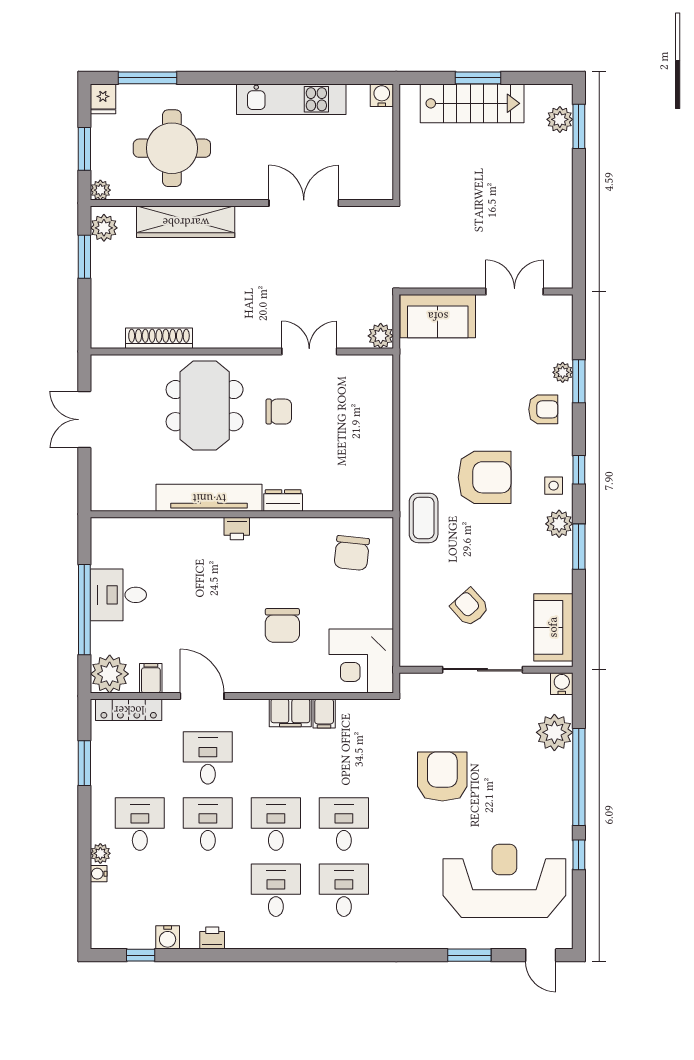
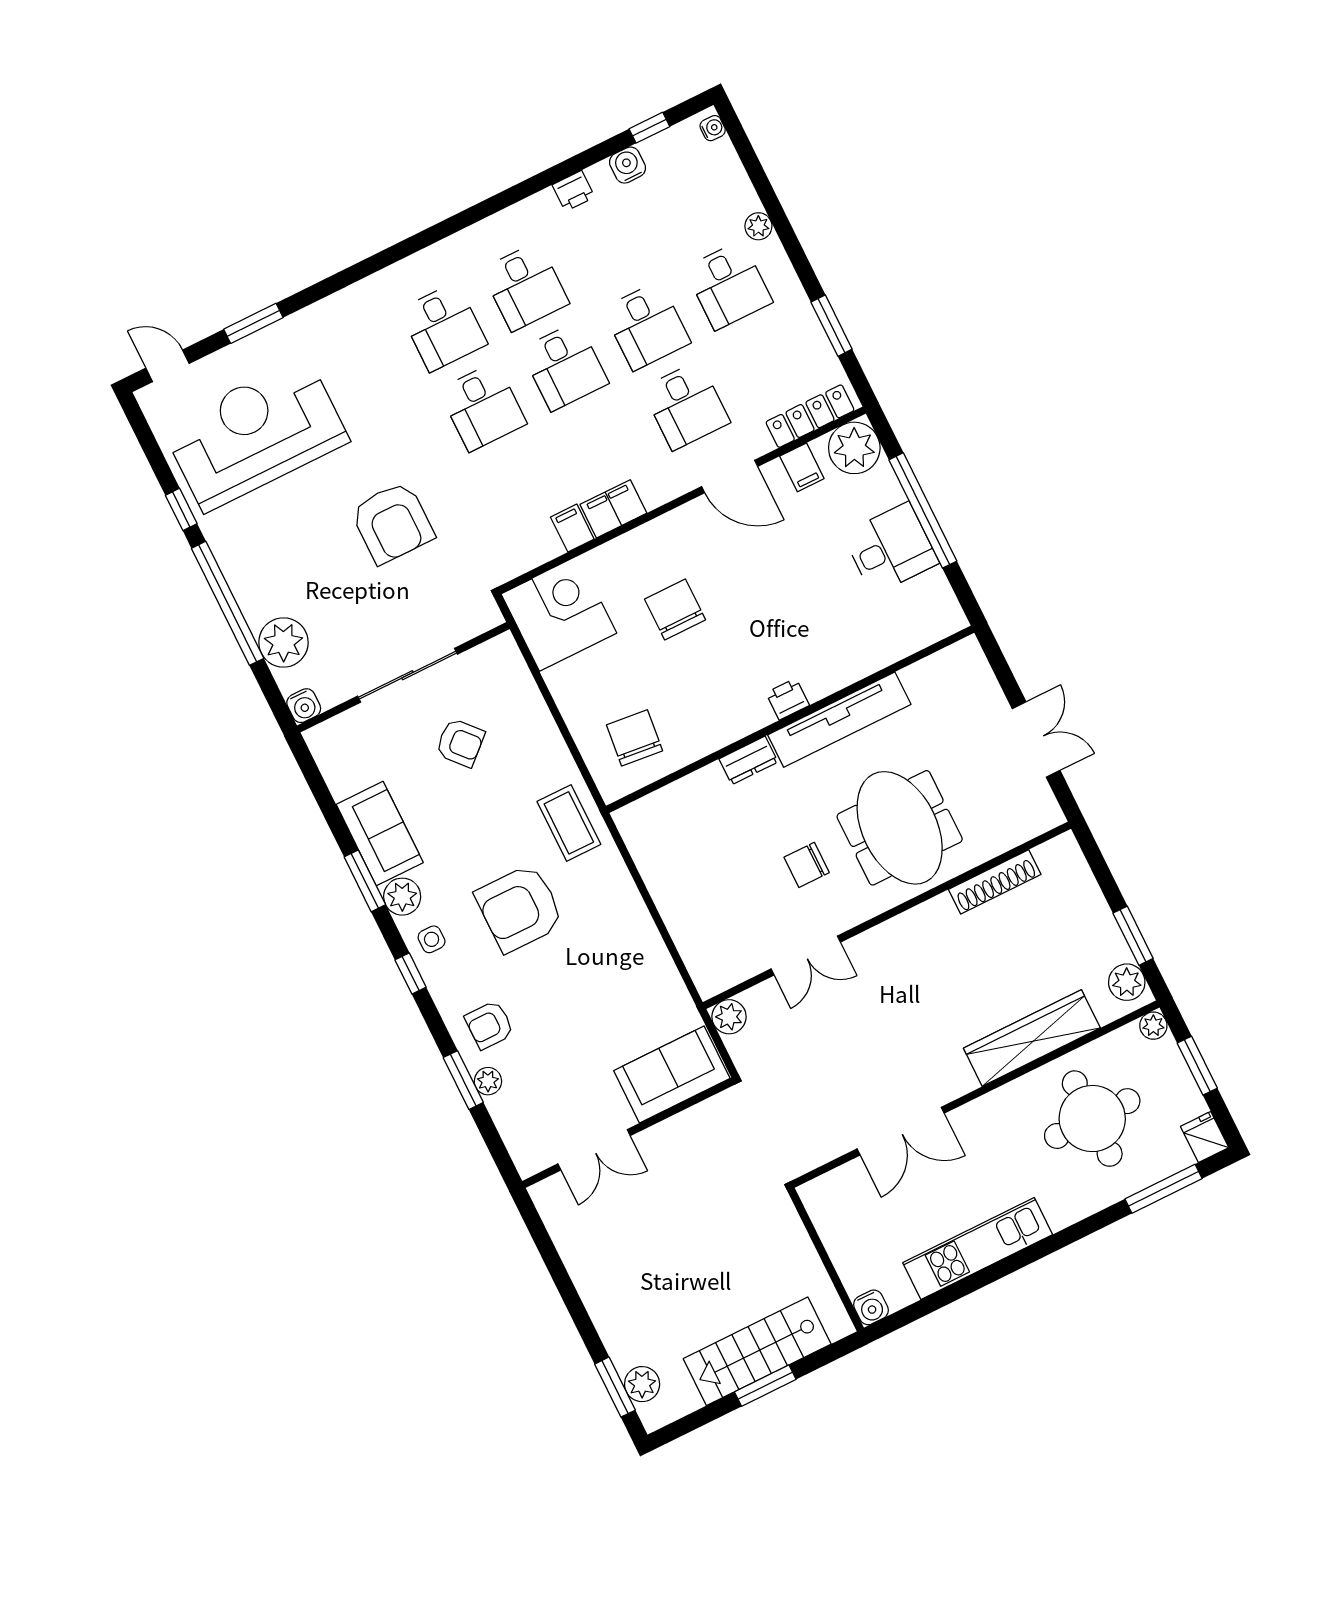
sofa: (553, 627) -> (380, 834), moved
water cooler: (99, 874) -> (713, 128), moved
reception desk: (504, 881) -> (255, 434), turned 180

